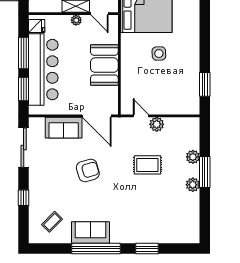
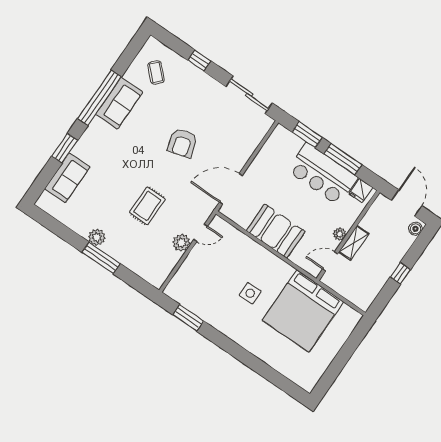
bar counter: (43, 70) -> (323, 174), width x0.73
sofa: (64, 128) -> (67, 178), moved, turned 180
plant: (193, 157) -> (124, 256), removed

